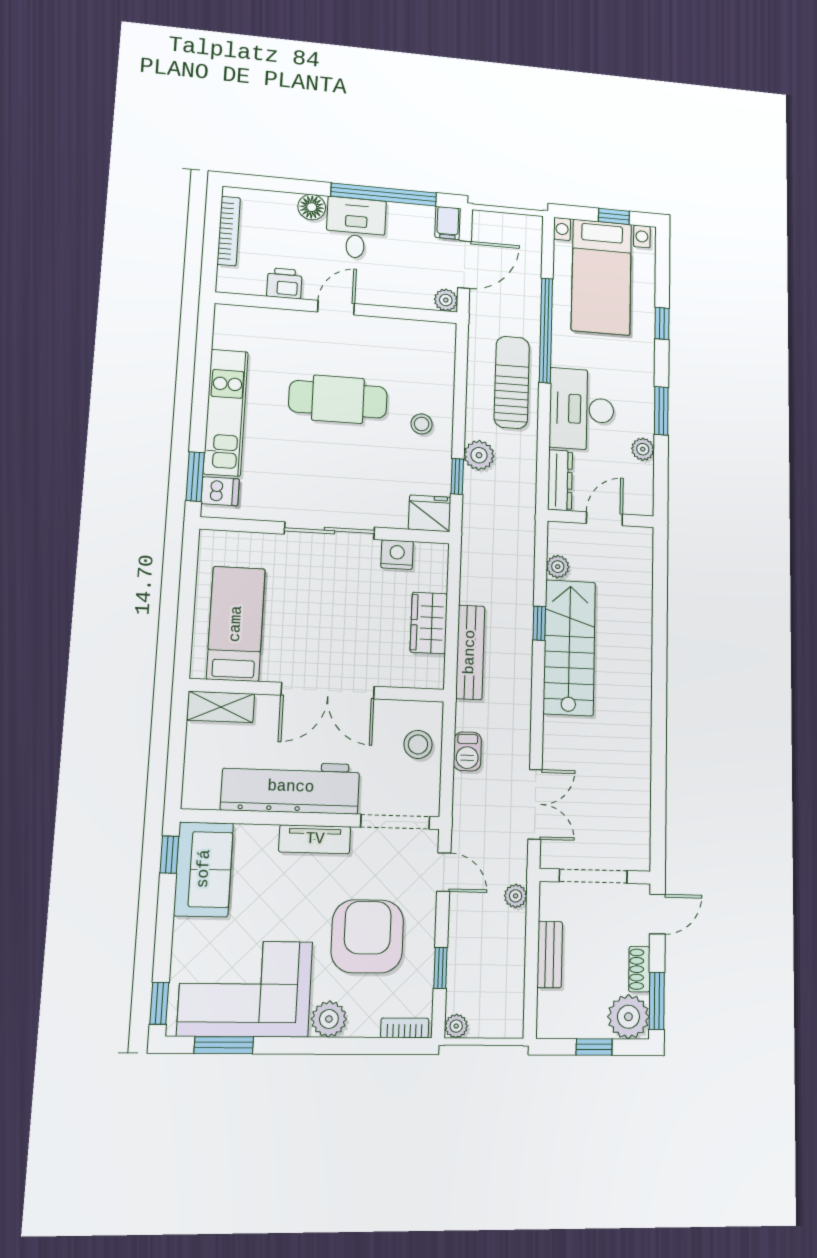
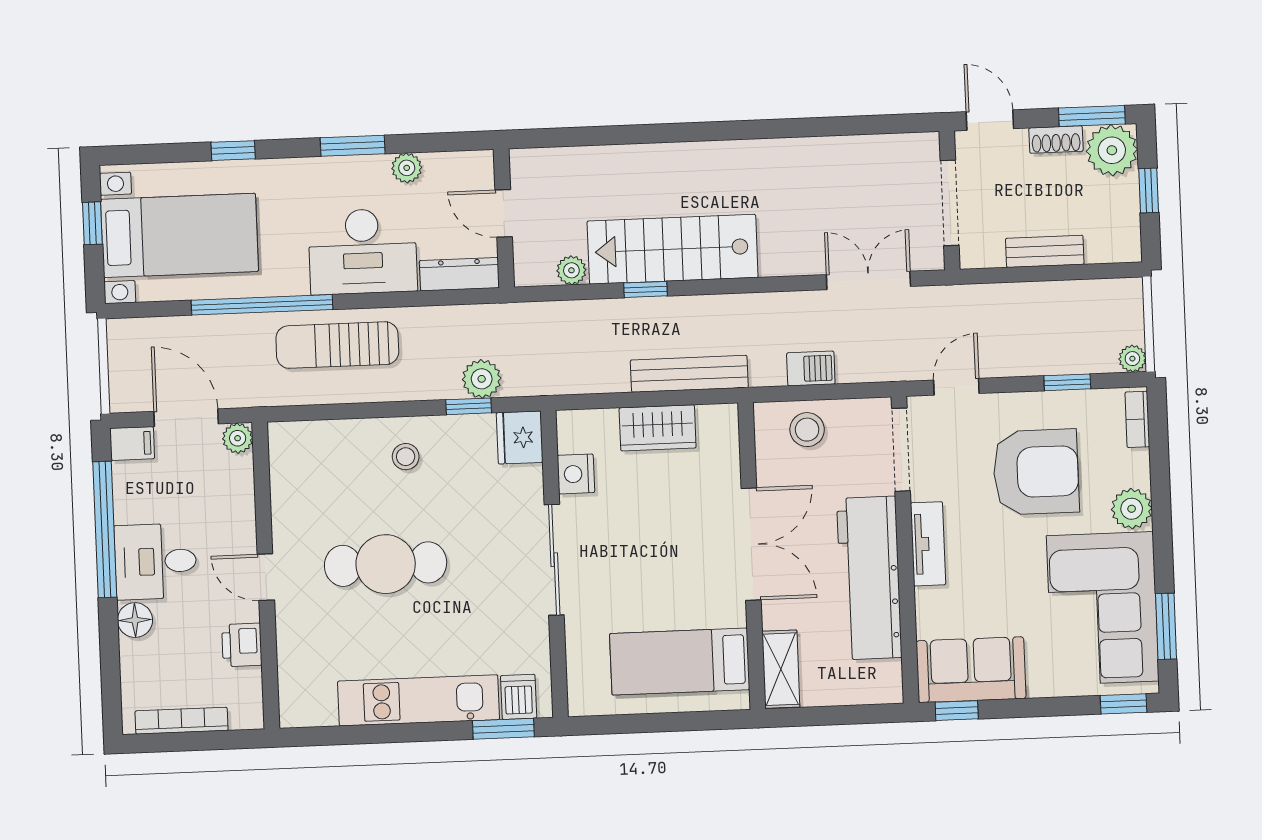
cafe table: (338, 399) -> (386, 564), turned 90
plant: (479, 455) -> (482, 379), moved
plant: (516, 896) -> (979, 297), removed
armchair: (367, 936) -> (1036, 472), turned 180

